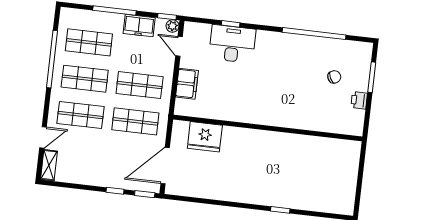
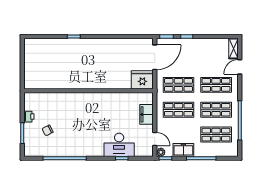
fridge: (205, 137) -> (142, 80), moved

